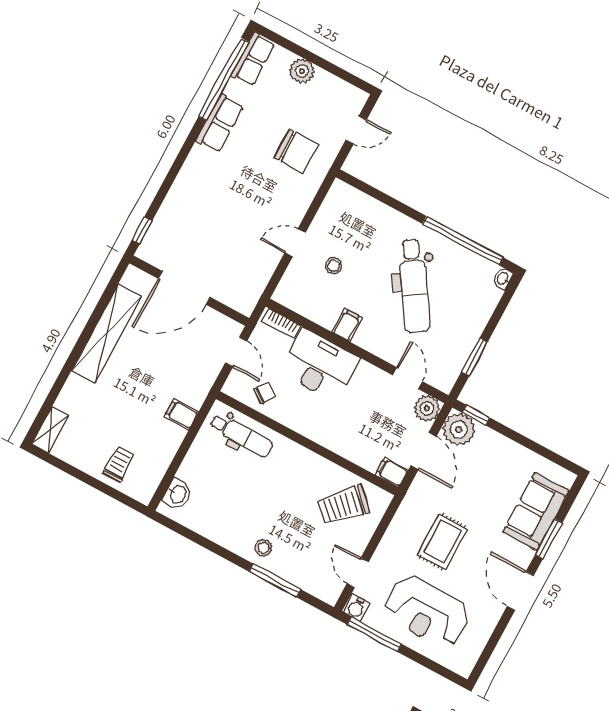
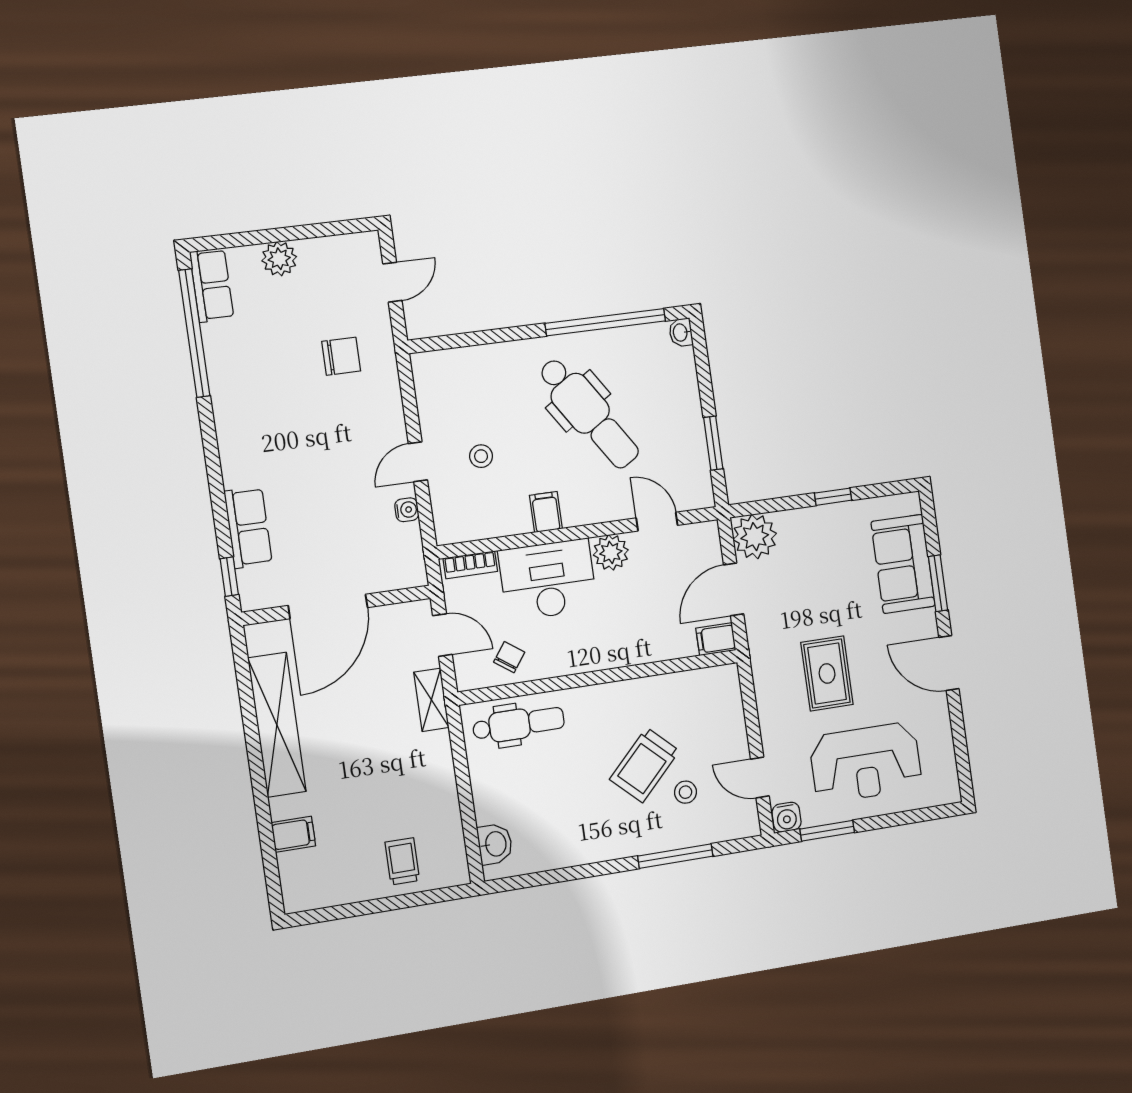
row of seats: (220, 123) -> (248, 527), moved
chair: (296, 151) -> (341, 356), width x0.73, depth x0.73
water cooler: (269, 266) -> (407, 510), added
plant: (427, 408) -> (611, 552), moved
filing cabinet: (181, 414) -> (293, 834), moved, turned 180
window: (476, 415) -> (833, 497), moved
shelving: (50, 430) -> (431, 700), moved
door: (424, 451) -> (734, 589), swing flipped
trolley: (343, 505) -> (645, 765), moved
stool: (263, 548) -> (685, 792), moved
window: (374, 634) -> (827, 831), width x0.69

